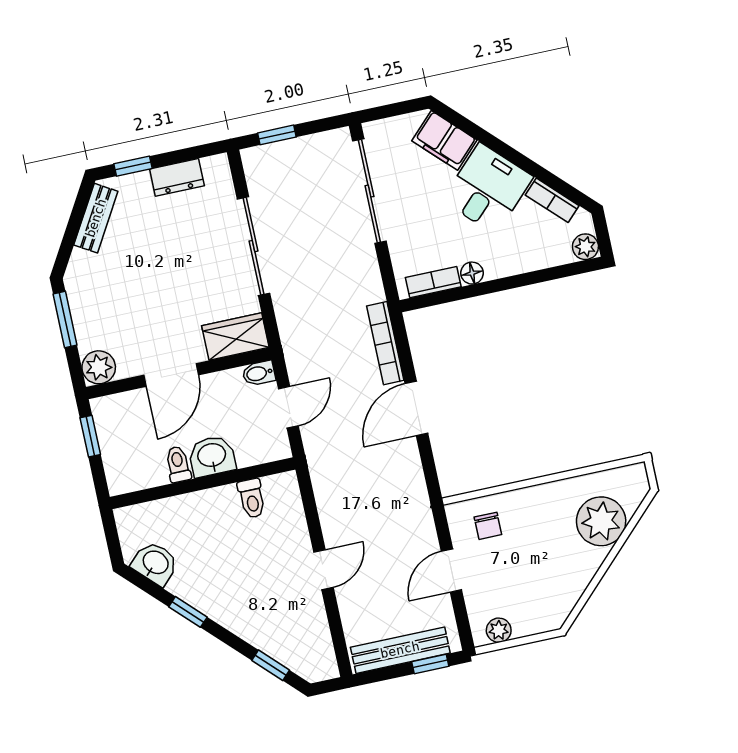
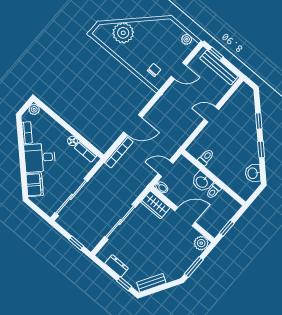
window: (271, 665) -> (259, 121), moved

